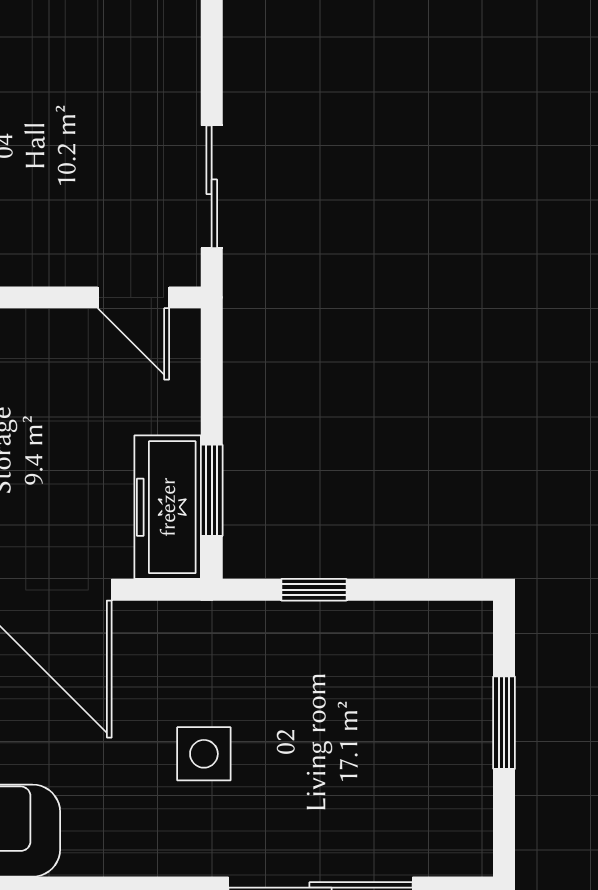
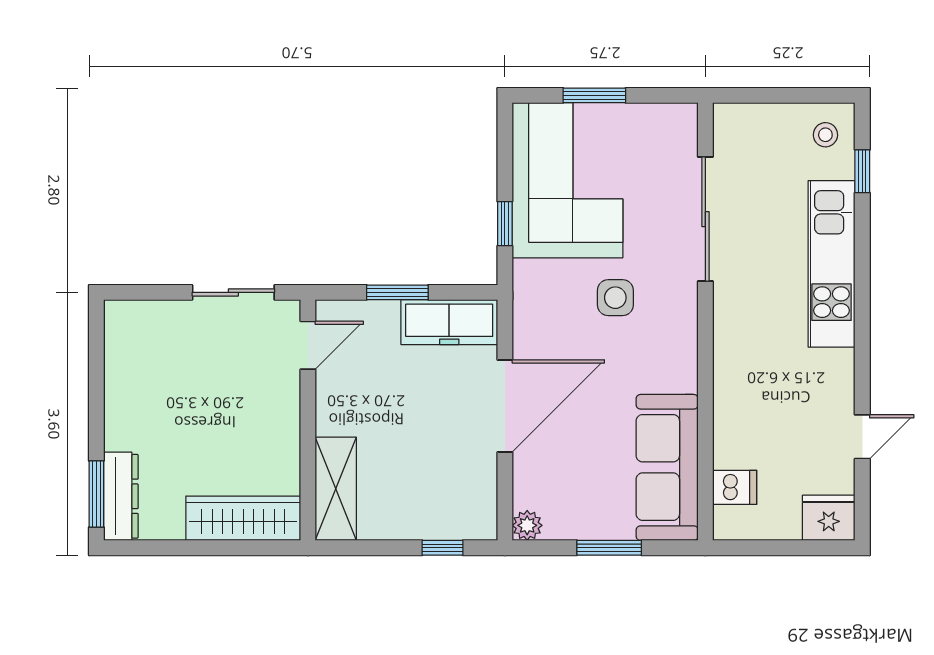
window: (212, 490) -> (397, 292), moved
corner sofa: (378, 683) -> (567, 180), added

